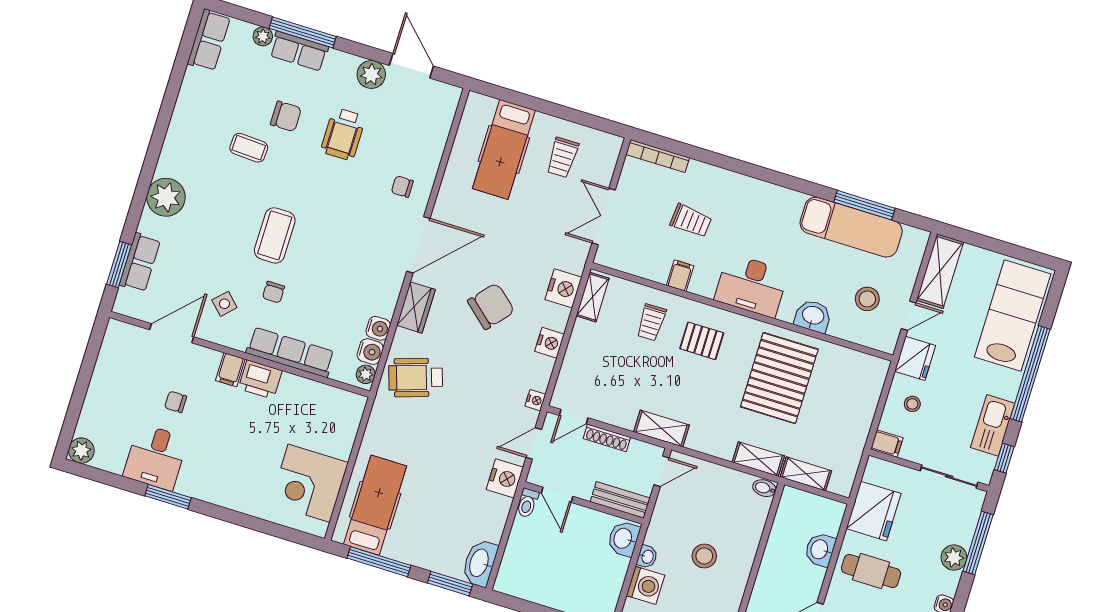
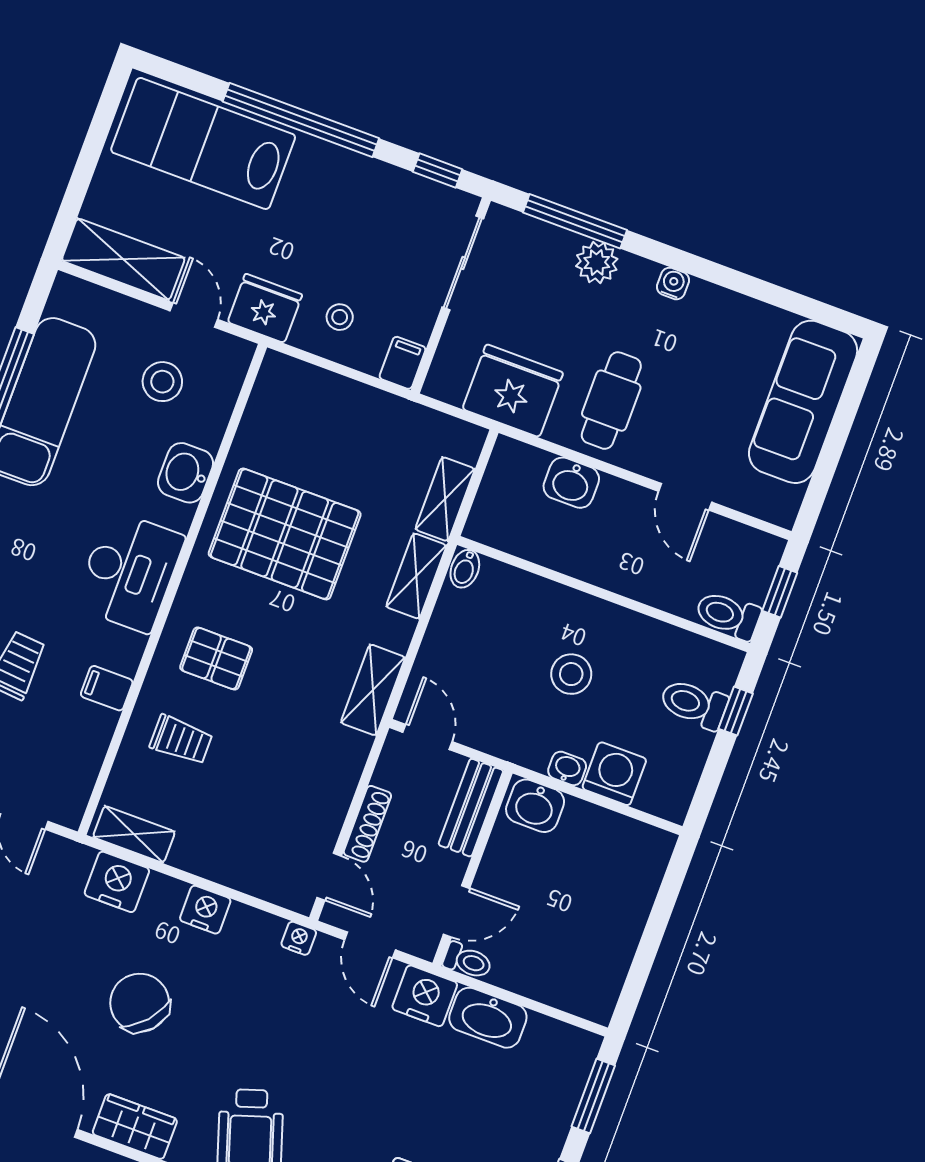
pallet: (702, 341) -> (216, 659), turned 90
kitchen sink: (993, 425) -> (382, 187), removed
shelving: (661, 428) -> (373, 690), moved
washbasin: (480, 563) -> (488, 1018), moved

